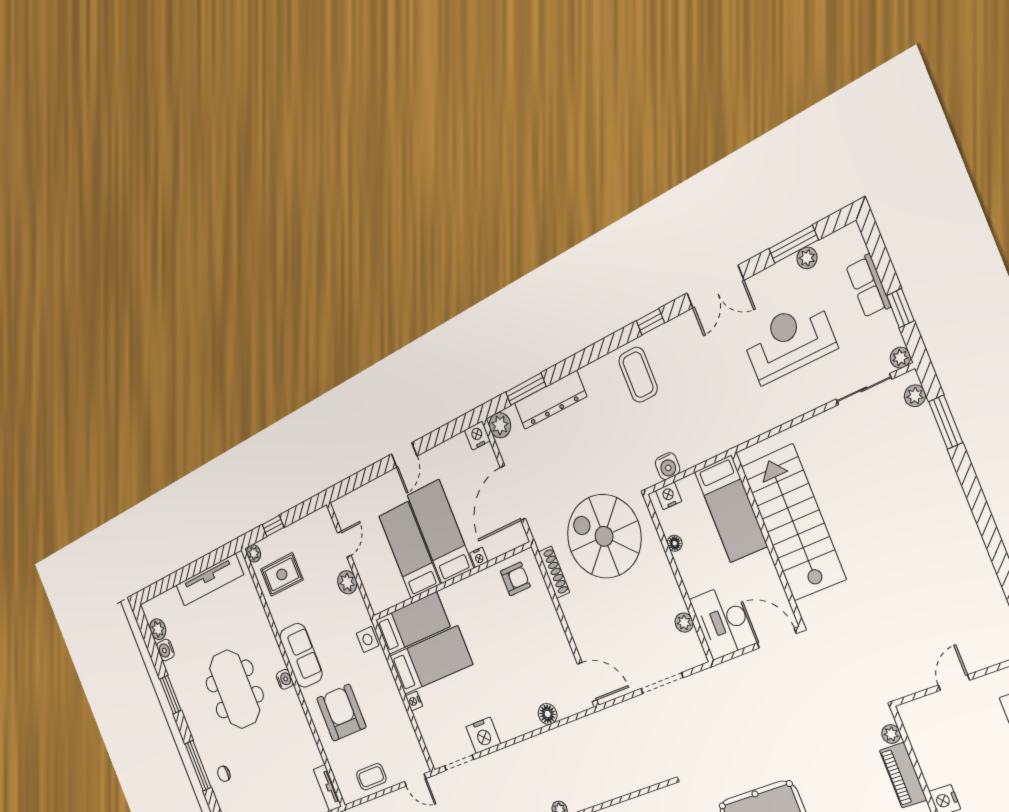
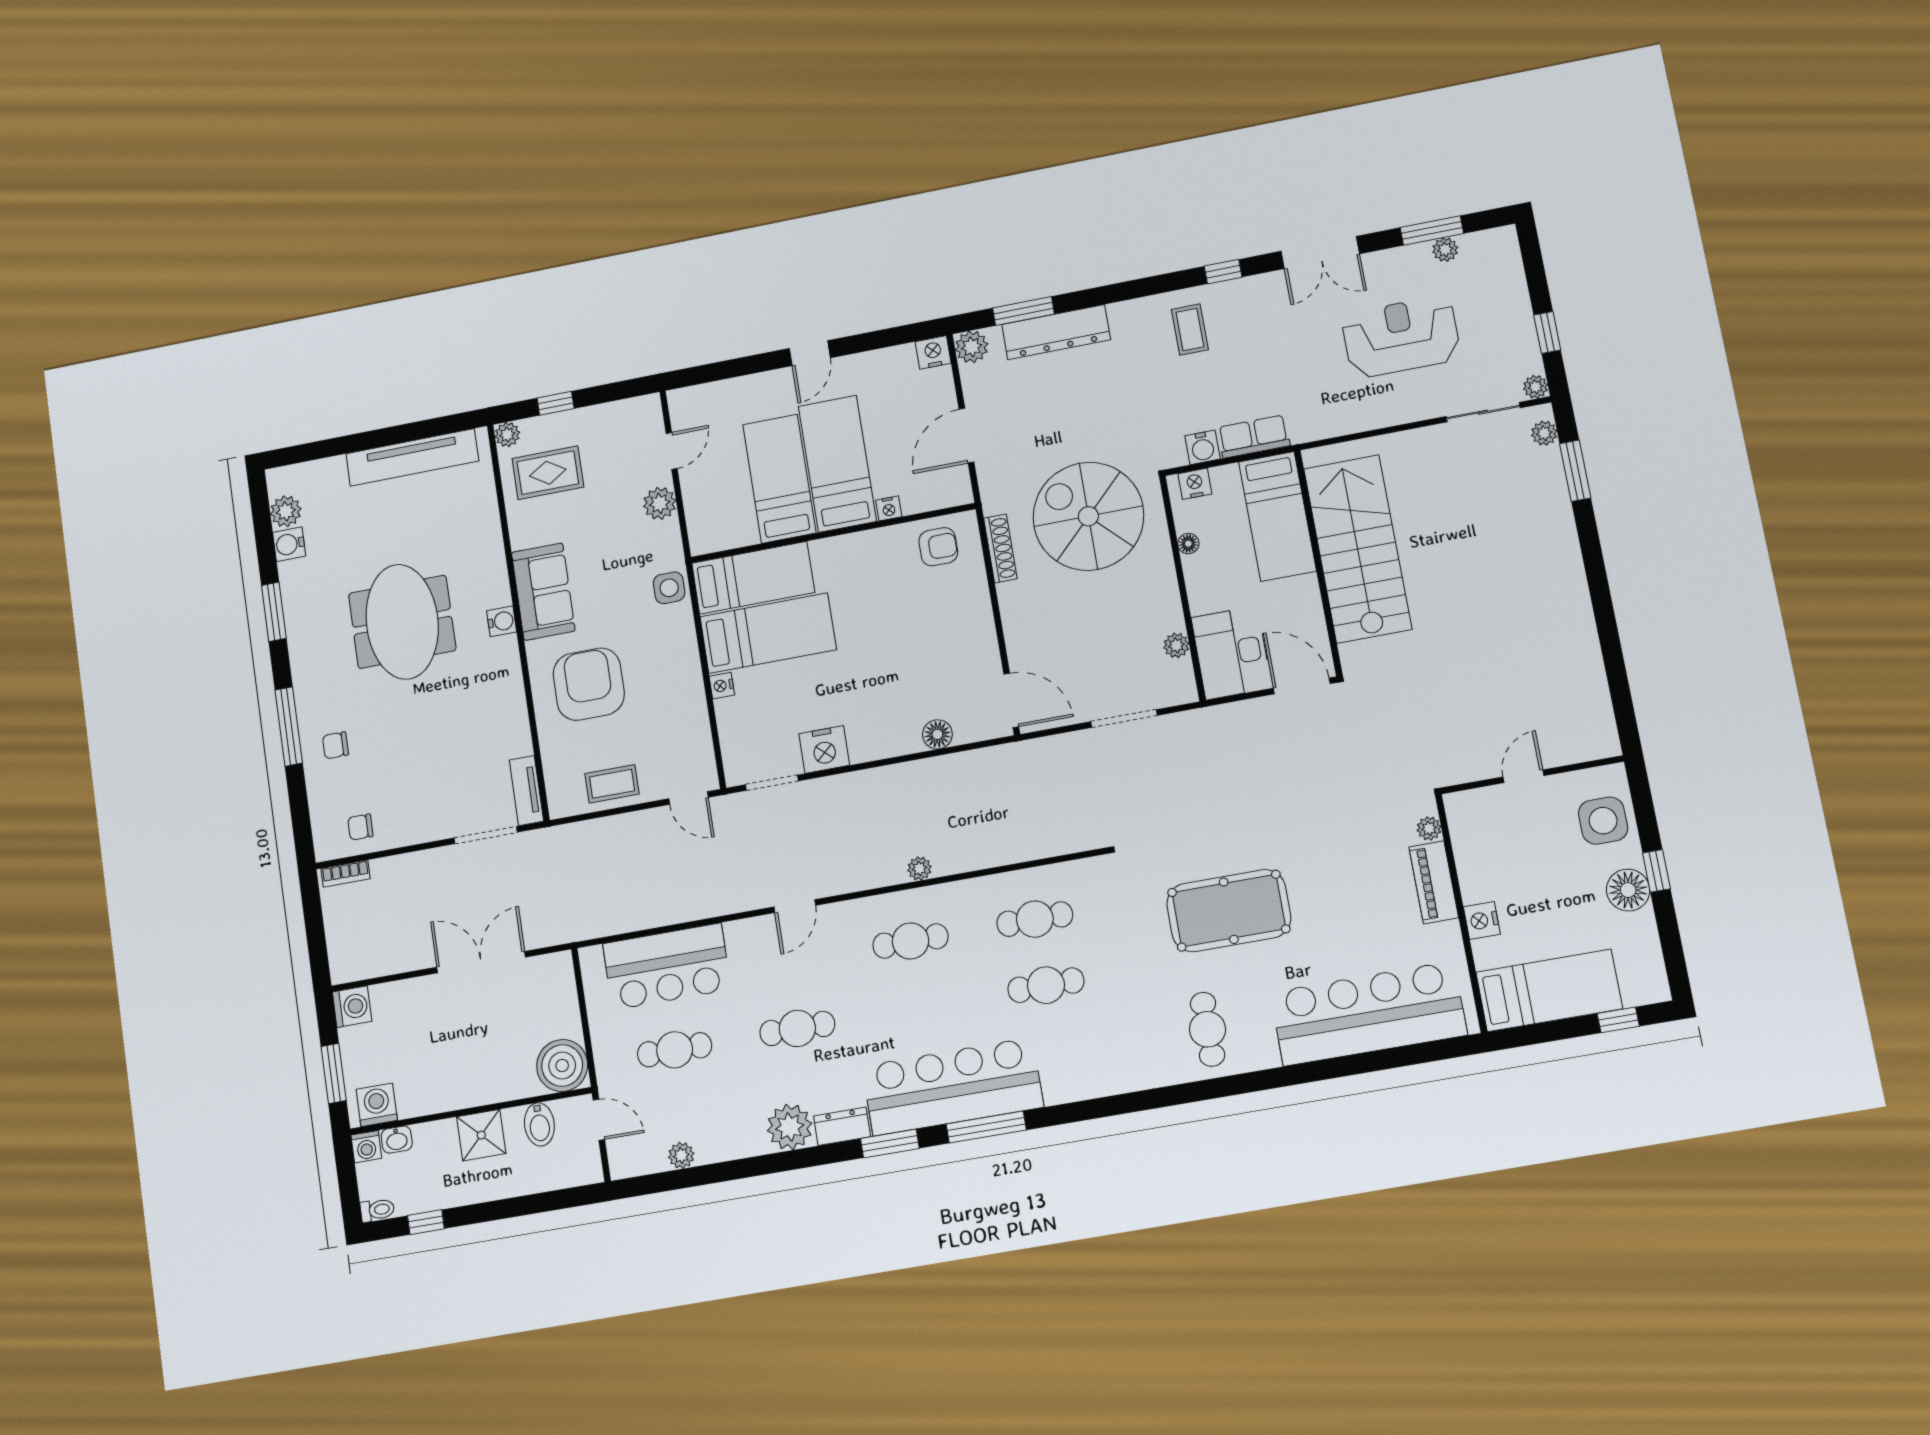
row of seats: (868, 286) -> (1254, 437), moved, turned 90
coffee table: (638, 375) -> (1190, 329), width x0.73, depth x0.77
door: (513, 493) -> (966, 436), width x0.73

